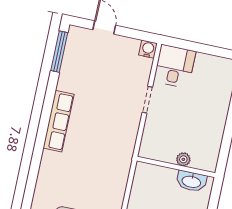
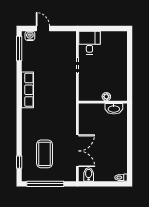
water cooler: (148, 49) -> (30, 36), moved

